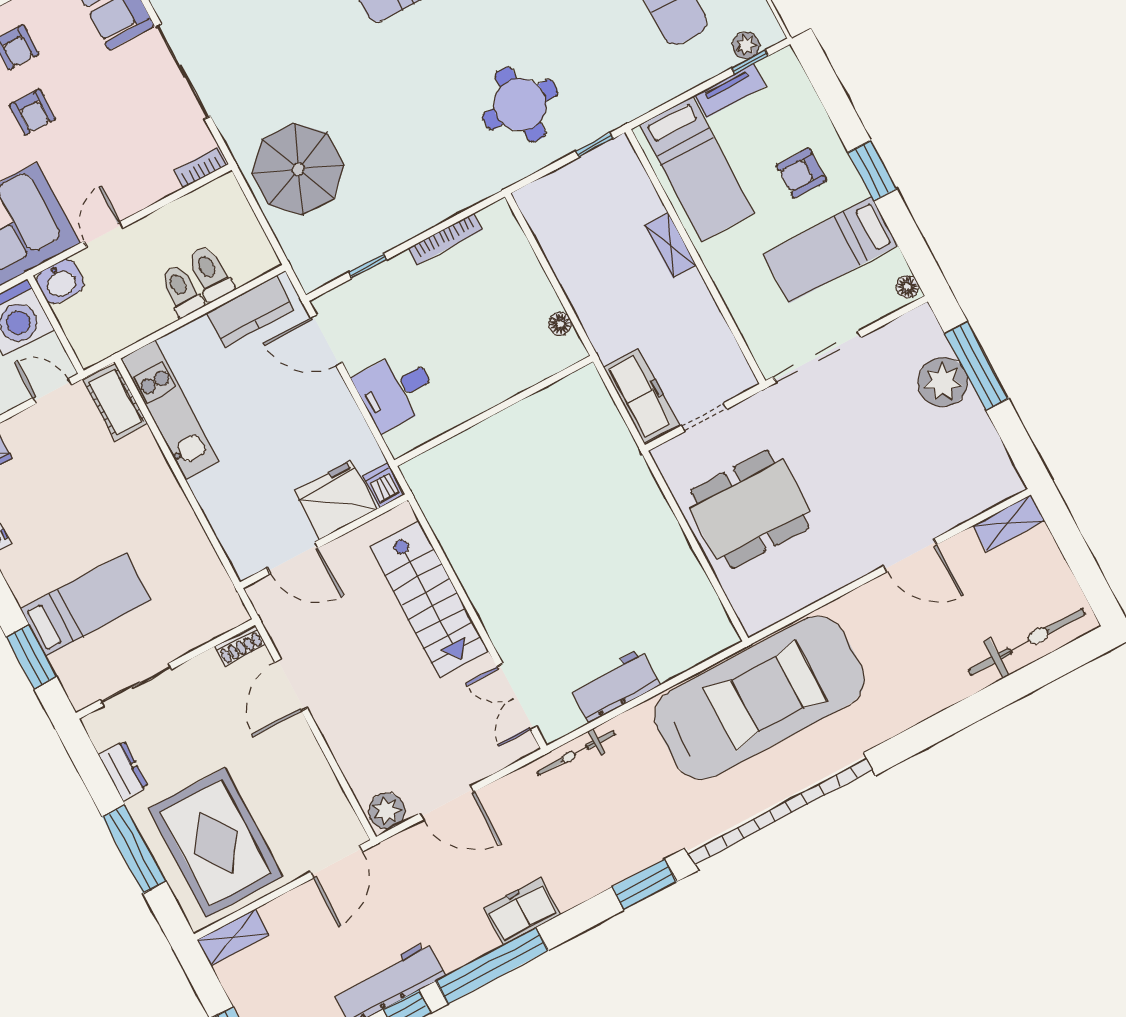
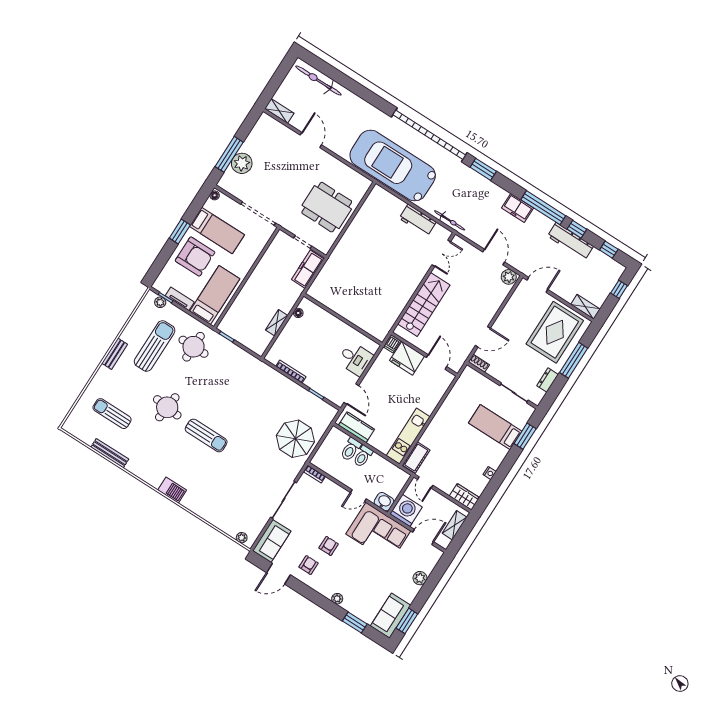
round table: (520, 105) -> (194, 347), moved
armchair: (801, 173) -> (195, 257), width x1.88, depth x1.88
shelving: (671, 245) -> (277, 323), moved

